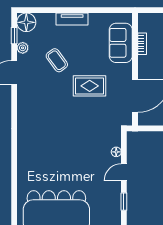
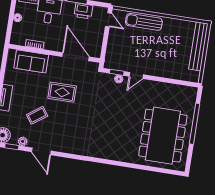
rug: (90, 86) -> (62, 92), turned 90
door: (124, 172) -> (136, 75), hinge flipped
window: (124, 202) -> (117, 72), moved

